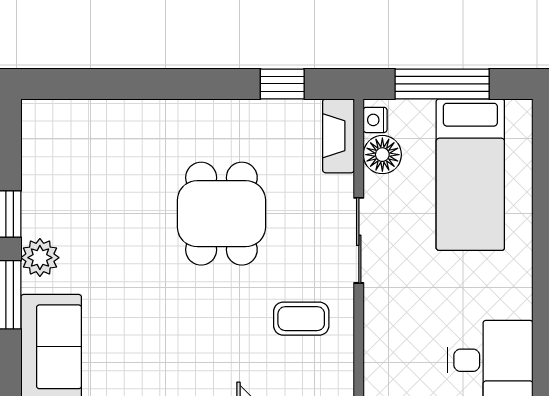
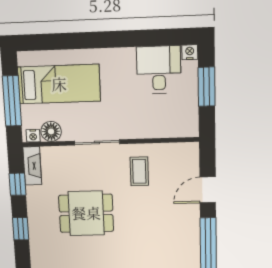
window: (193, 84) -> (21, 229), added
fireplace: (338, 136) -> (32, 166), moved, turned -90

